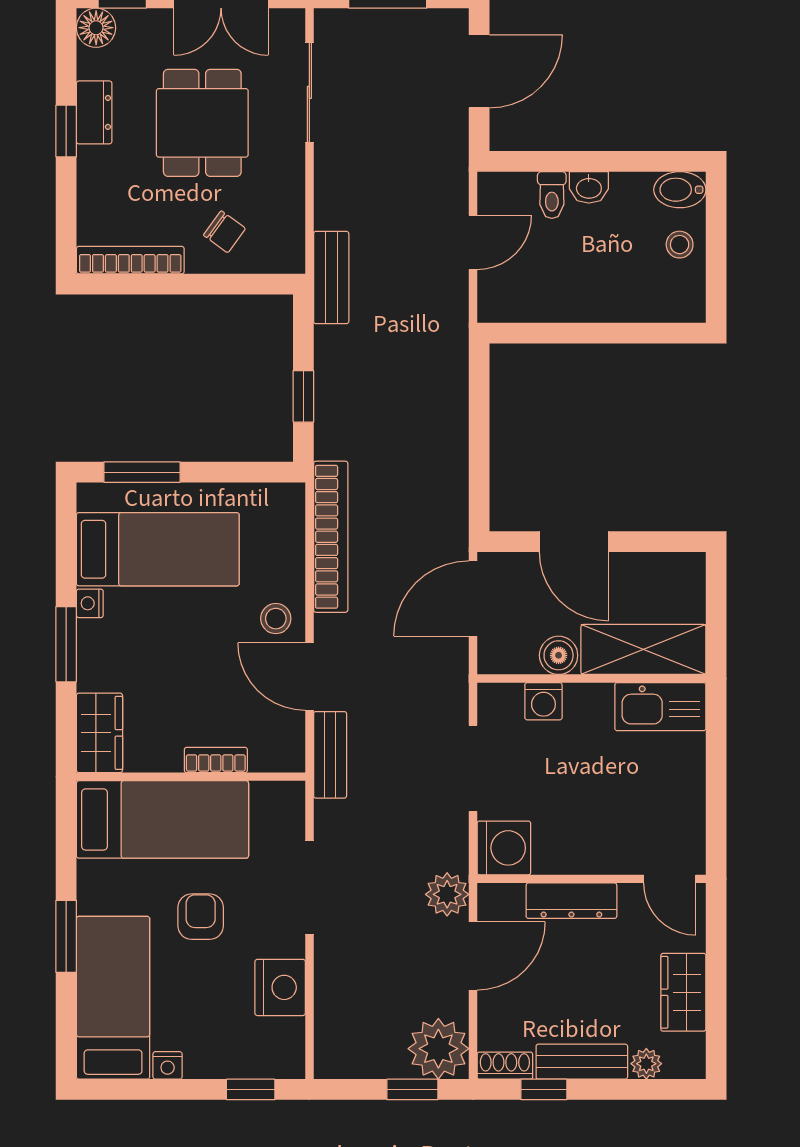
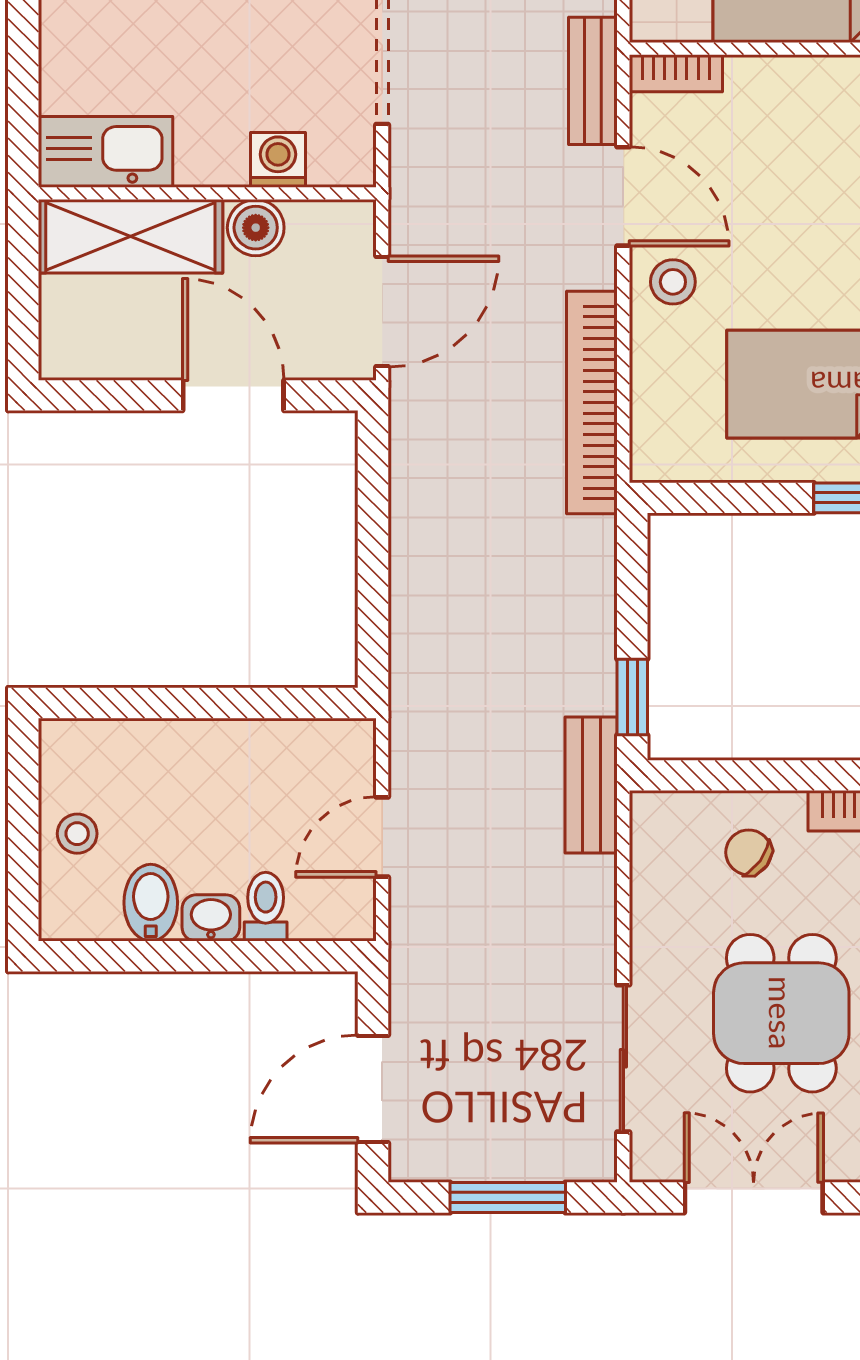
bidet: (680, 190) -> (151, 903), moved, turned -90
window: (303, 396) -> (632, 697), moved
bookcase: (216, 760) -> (676, 73), moved

